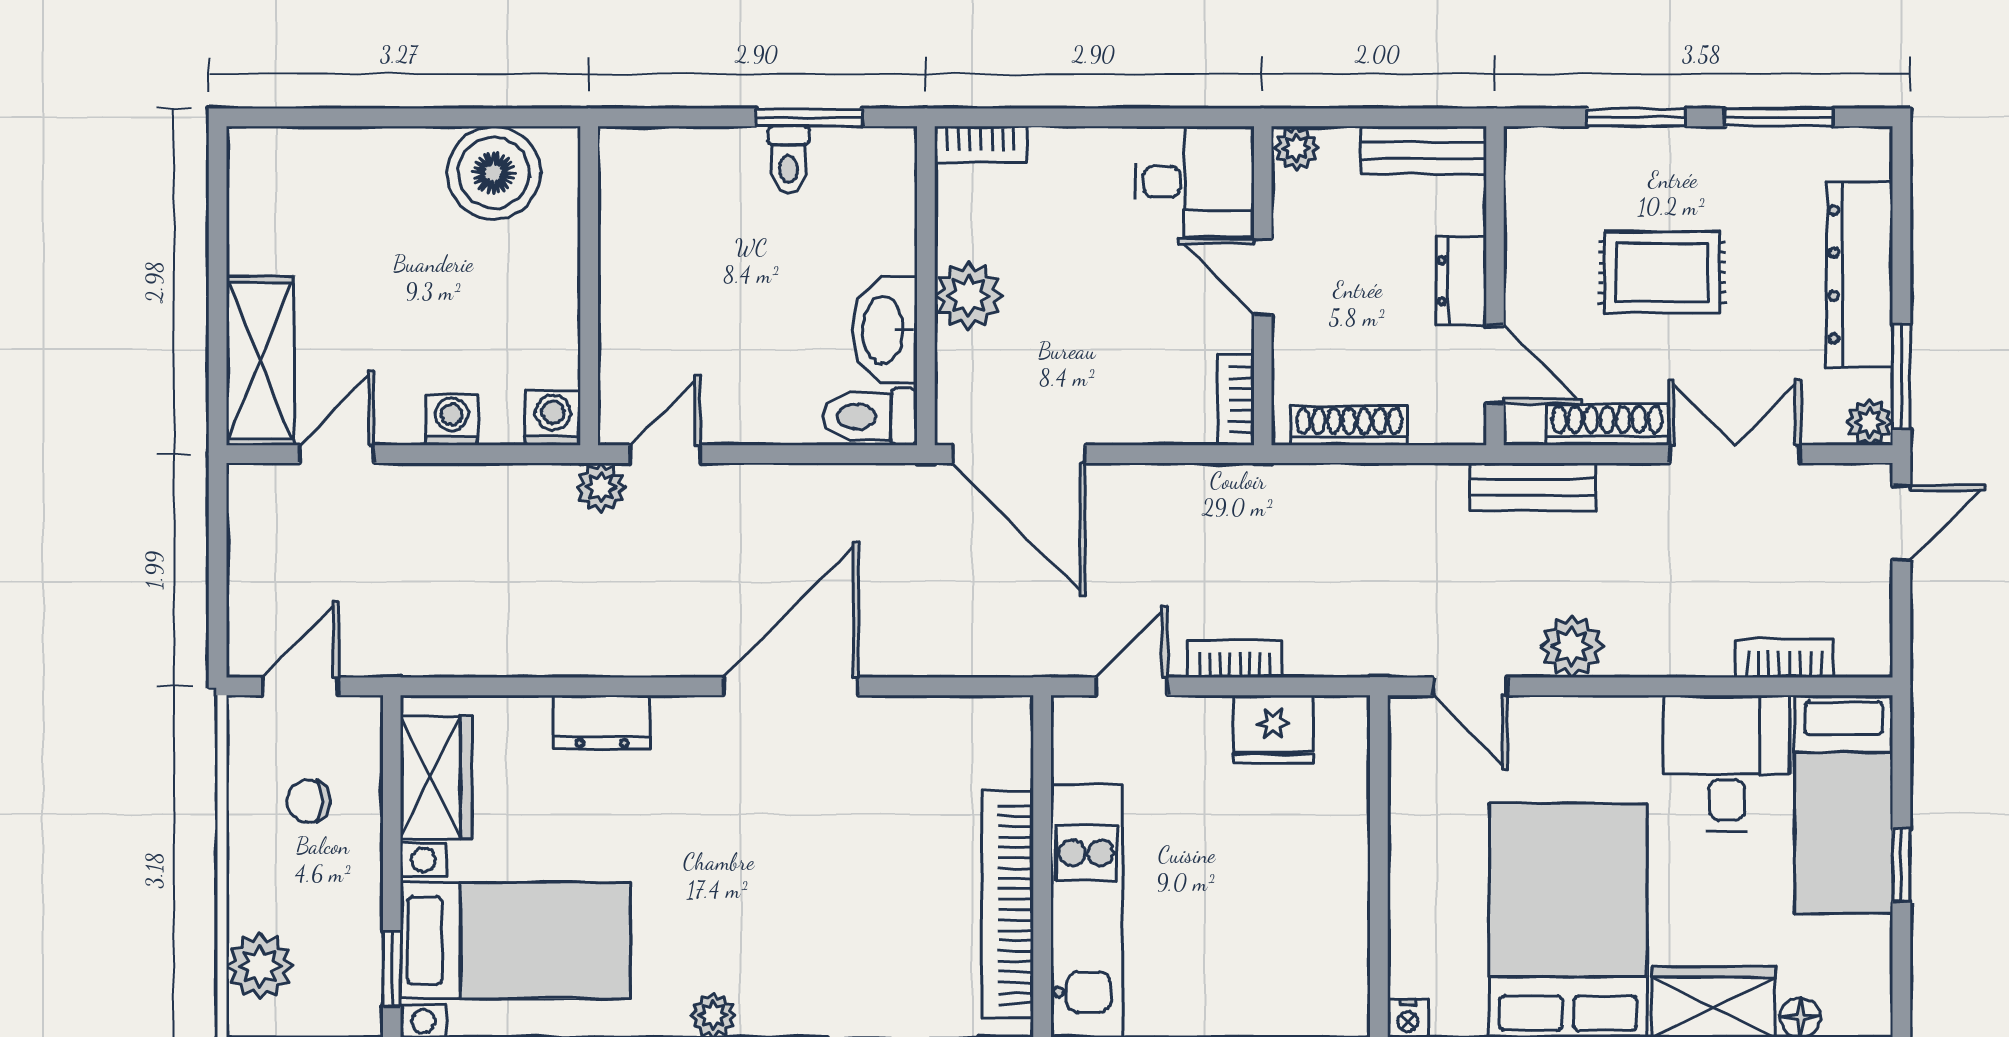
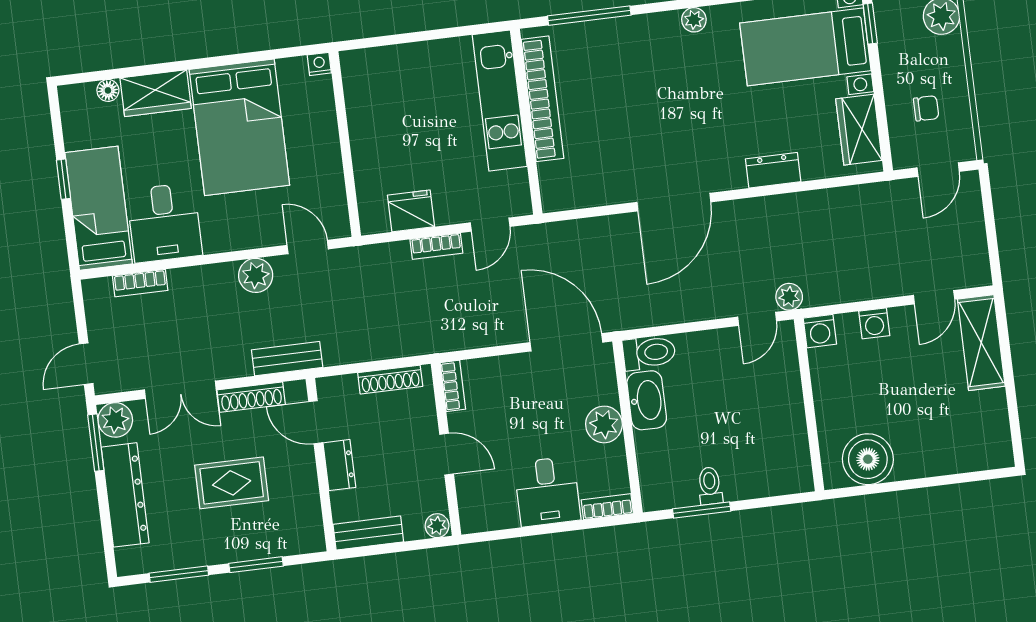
desk: (1194, 182) -> (547, 491), moved, turned -90
plant: (1870, 422) -> (115, 420), width x1.38, depth x1.38

